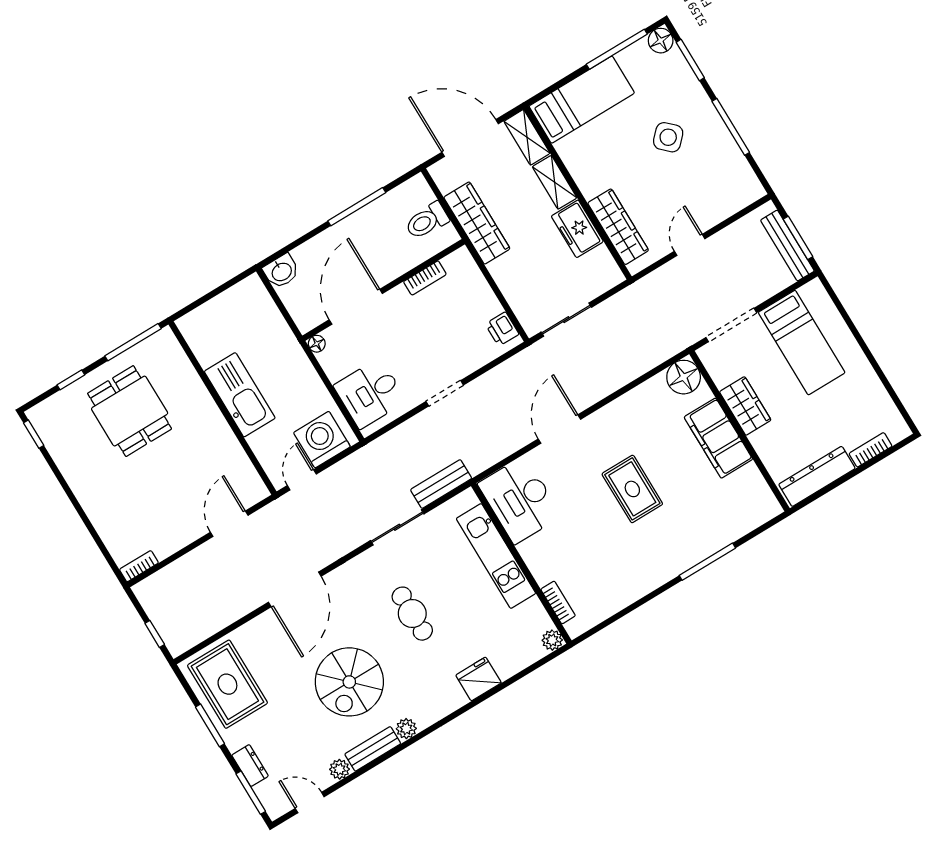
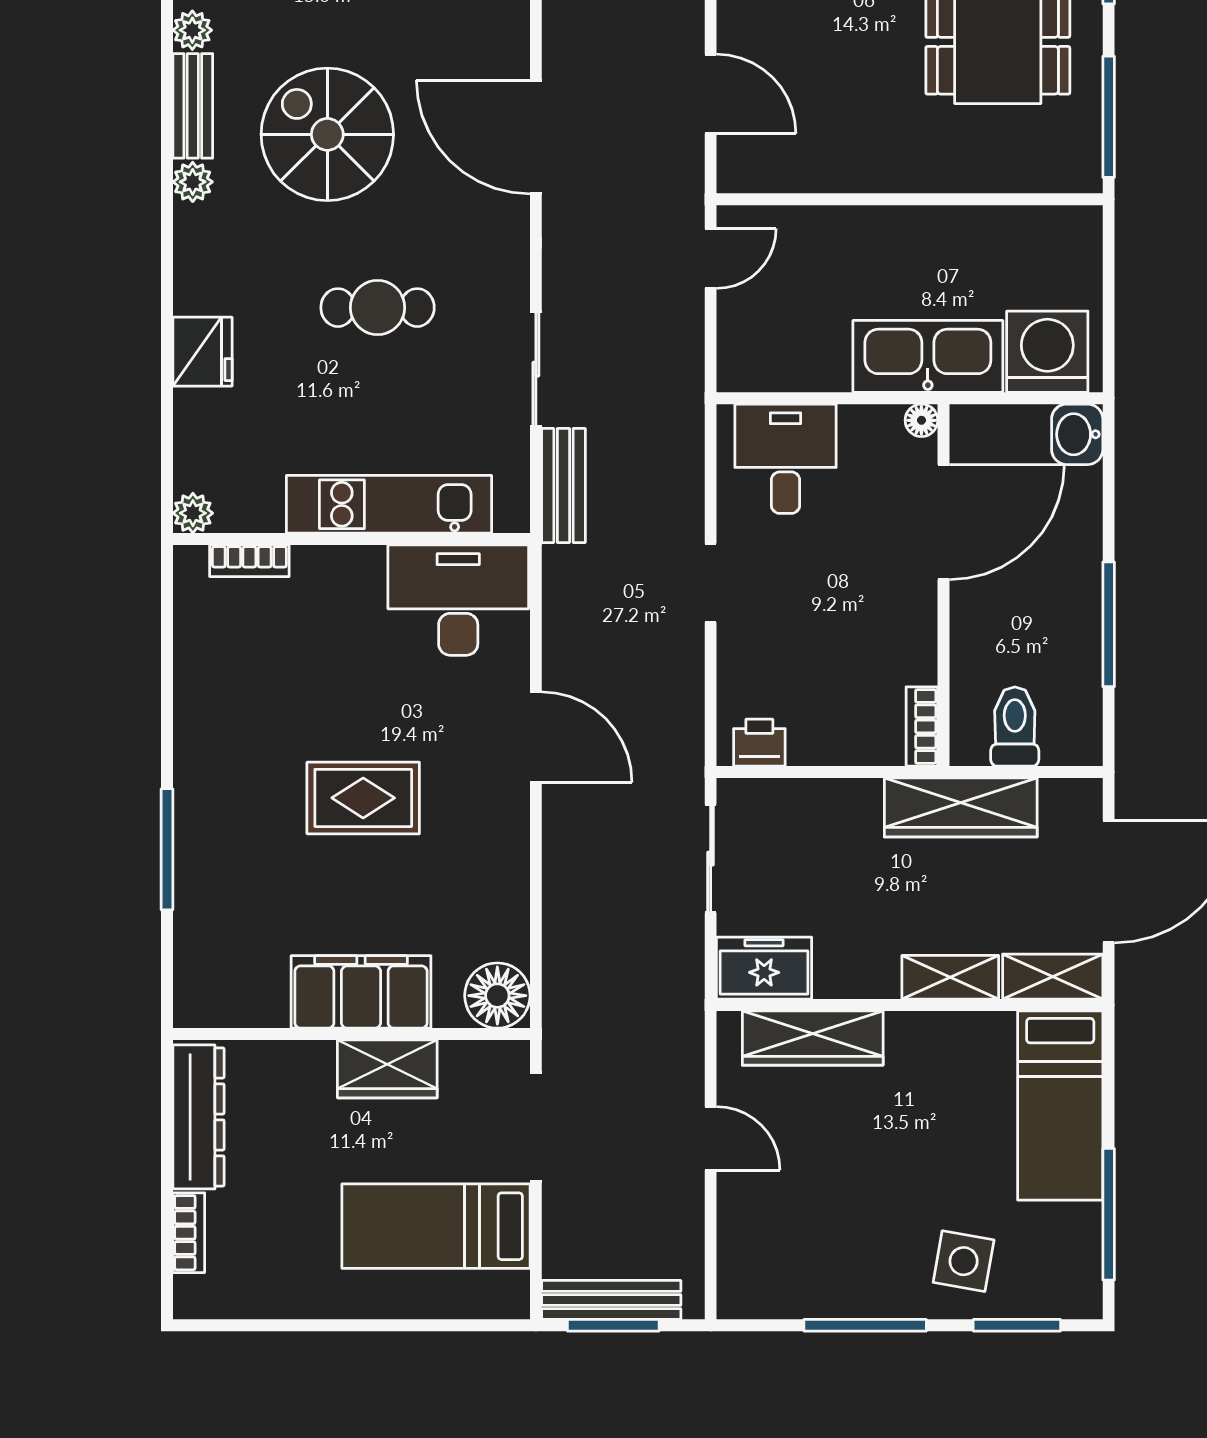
floor lamp: (661, 41) -> (1079, 1296), removed
side table: (668, 137) -> (964, 1261), moved, turned -34
freezer: (577, 229) -> (764, 968), moved
bookcase: (425, 278) -> (922, 726), moved
door: (356, 307) -> (944, 522), hinge flipped
kitchen sink: (240, 395) -> (928, 356), moved, turned 180
washing machine: (322, 440) -> (1047, 352), moved, turned -90
door: (302, 480) -> (711, 259), hinge flipped

